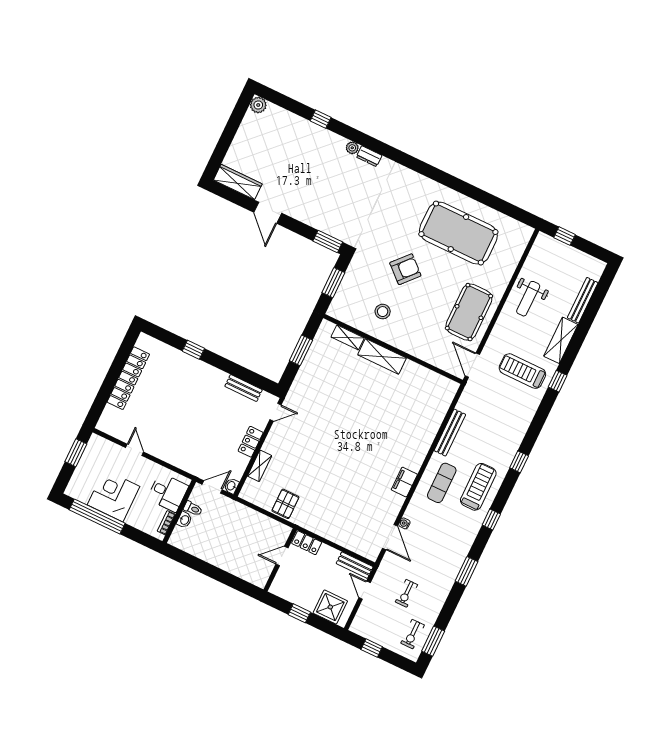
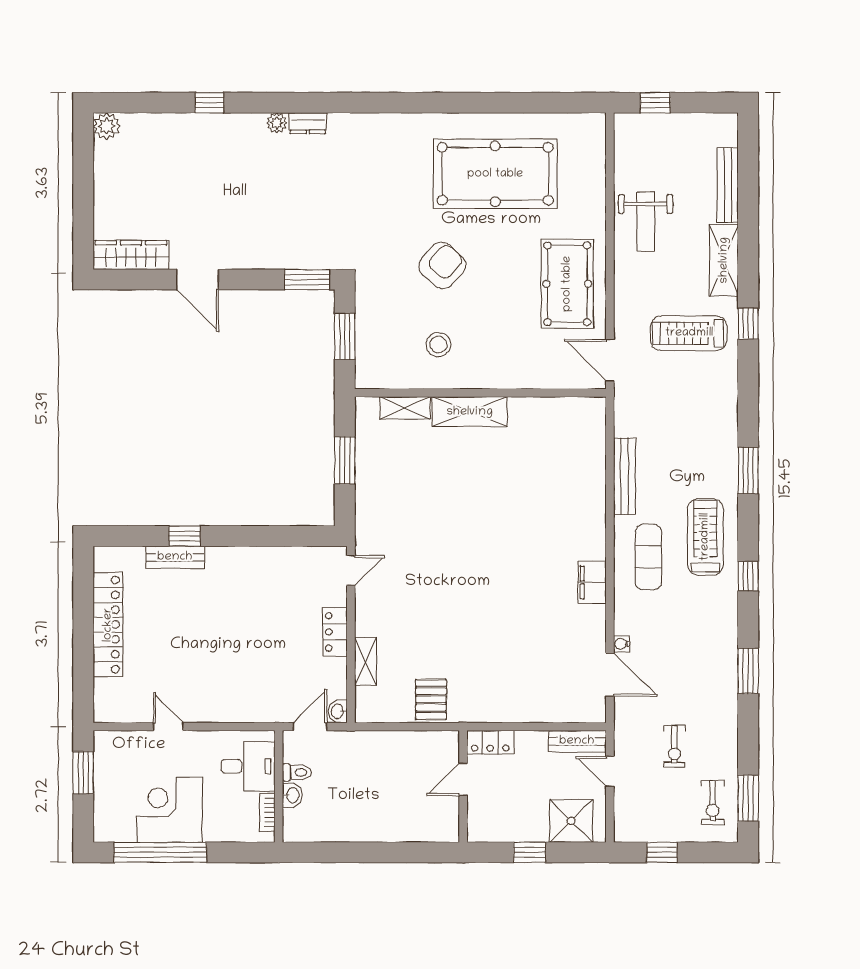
bench: (244, 388) -> (175, 557), moved
window: (519, 462) -> (748, 471), width x1.50

